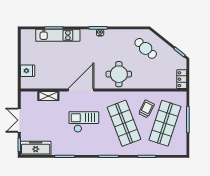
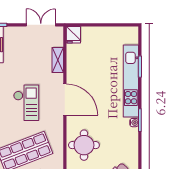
kitchen unit: (58, 35) -> (131, 81), width x1.36
fridge: (28, 71) -> (73, 35), moved
double door: (19, 120) -> (41, 25), moved

